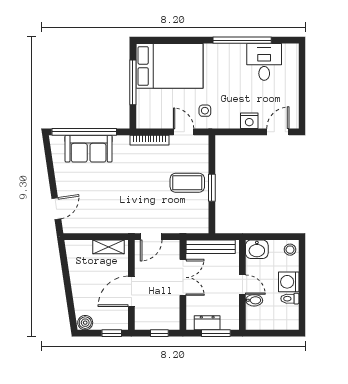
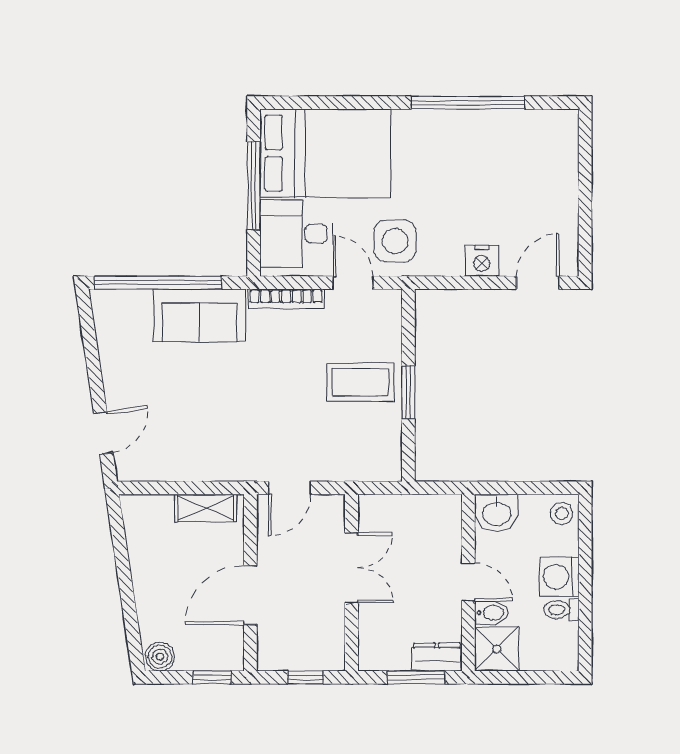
desk: (264, 62) -> (296, 234), moved, turned -90
side table: (205, 111) -> (395, 241), width x1.87, depth x1.87
sofa: (89, 149) -> (200, 315), moved
bench: (211, 247) -> (406, 508), removed
shower: (257, 319) -> (497, 649), added
dresser: (207, 323) -> (437, 657), moved

